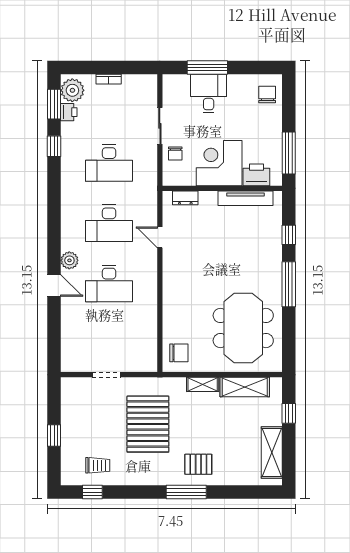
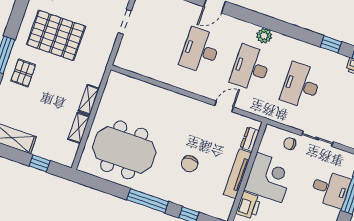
tv unit: (245, 198) -> (238, 174), moved
plant: (69, 260) -> (264, 36), moved
chair: (179, 353) -> (190, 164), moved
shelving: (245, 387) -> (79, 128), width x0.67, depth x0.75
pallet: (148, 424) -> (56, 35), moved

